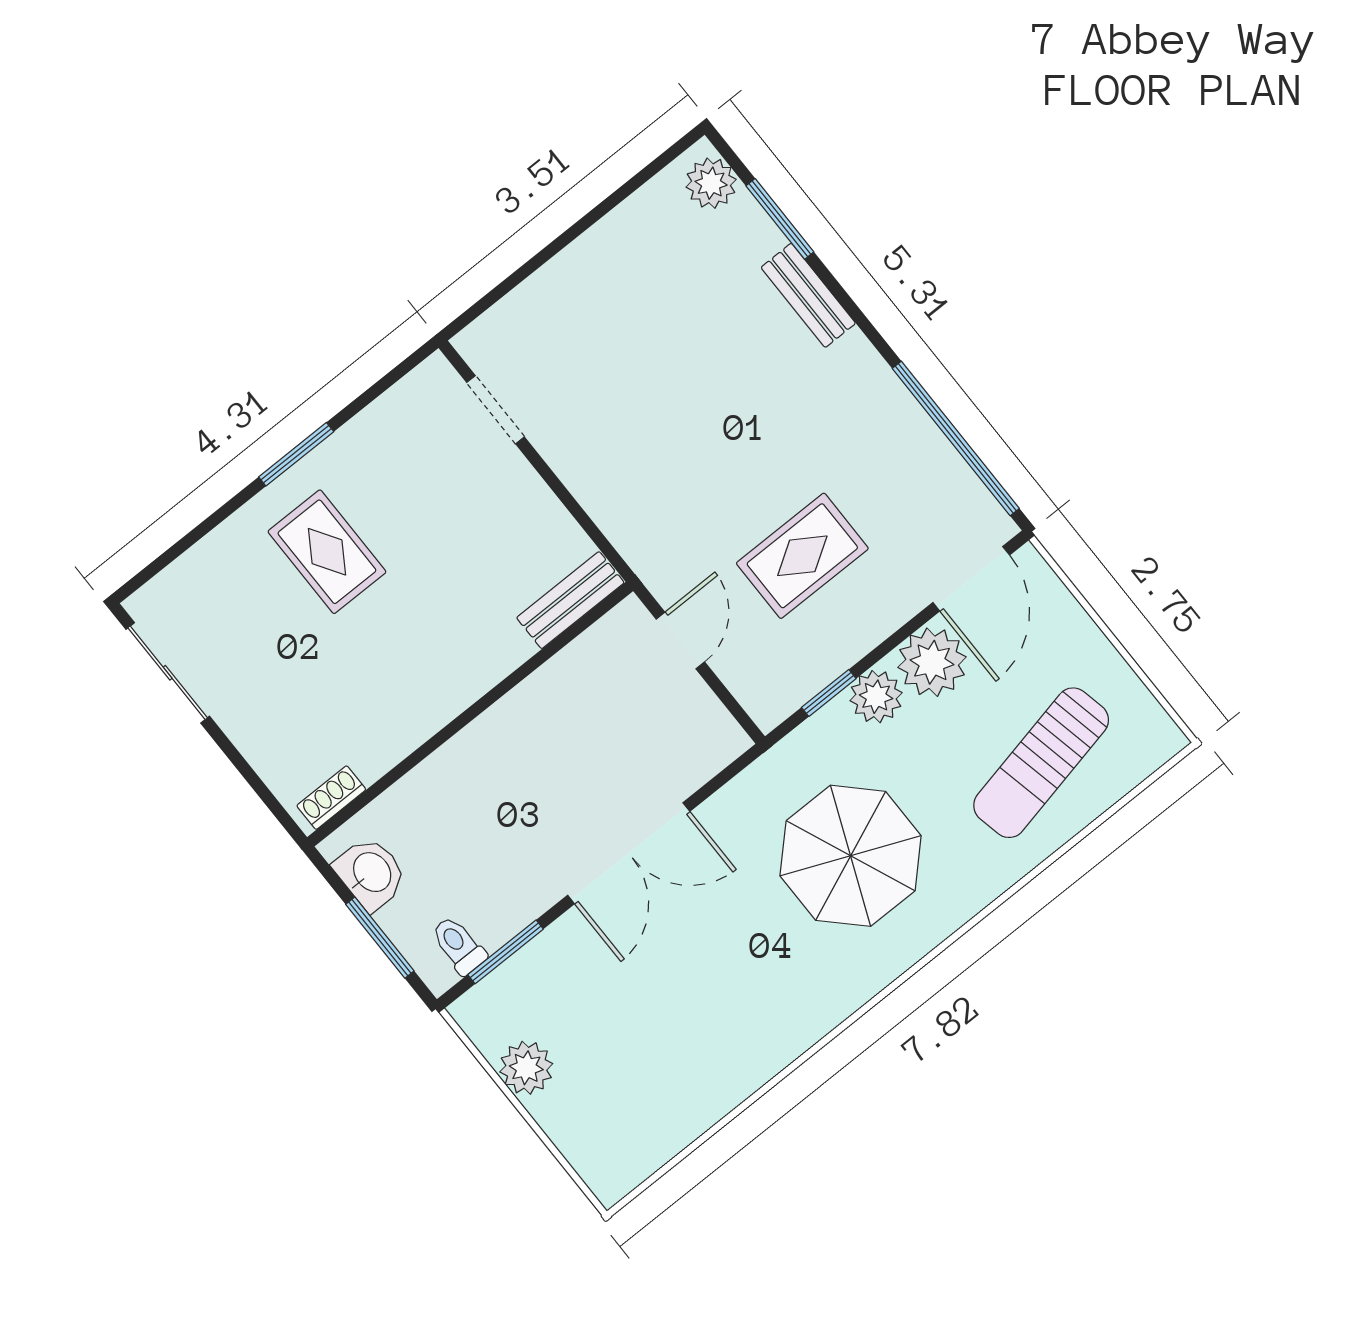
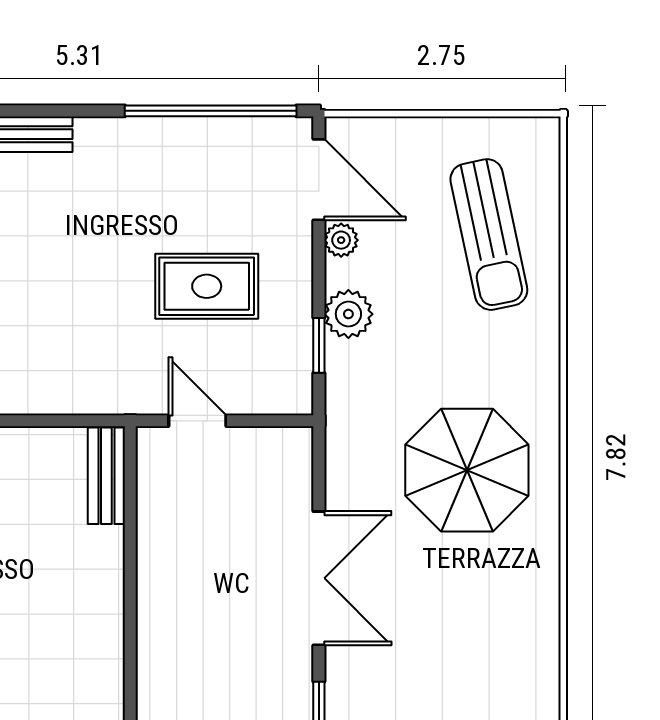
rug: (802, 556) -> (207, 286), turned 90
plant: (932, 662) -> (341, 240), width x0.53, depth x0.53
parasol: (851, 856) -> (467, 470), moved

